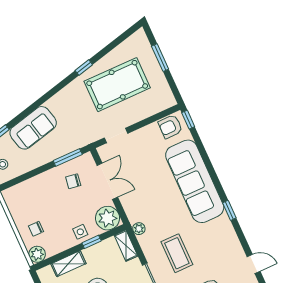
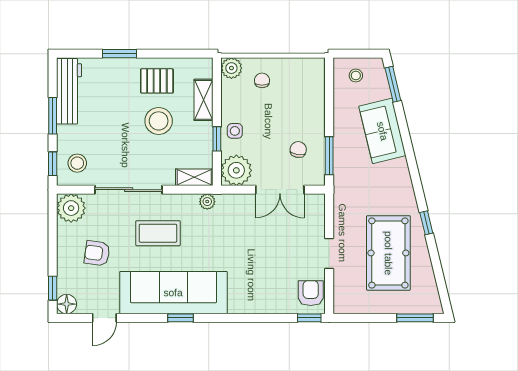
window: (160, 58) -> (415, 318), moved
doorway: (116, 136) -> (329, 254), moved
sofa: (195, 181) -> (173, 293), moved

